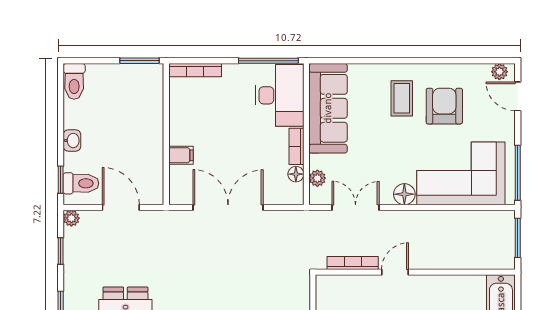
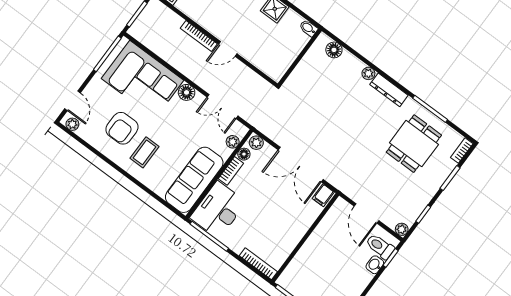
washbasin: (72, 141) -> (375, 265), moved
filing cabinet: (181, 155) -> (323, 195), moved, turned -90
plant: (292, 196) -> (256, 143), added
bookcase: (353, 263) -> (199, 36), moved

